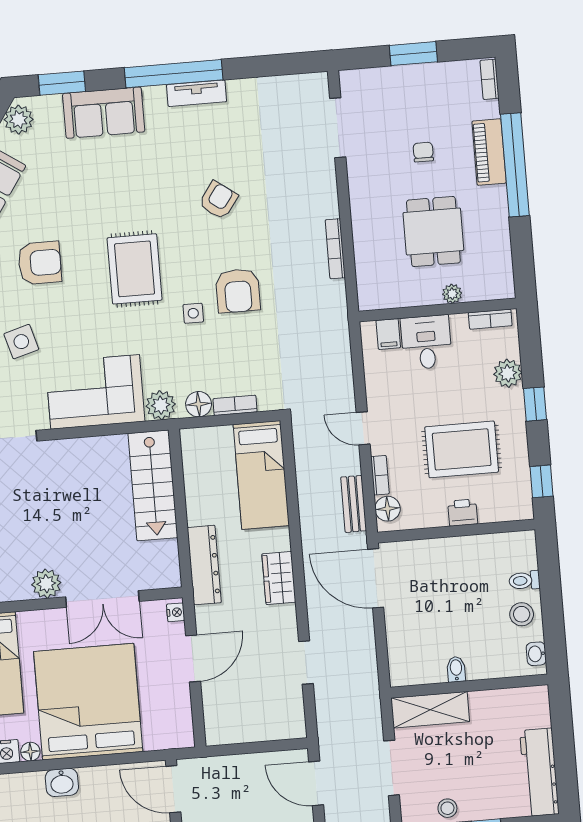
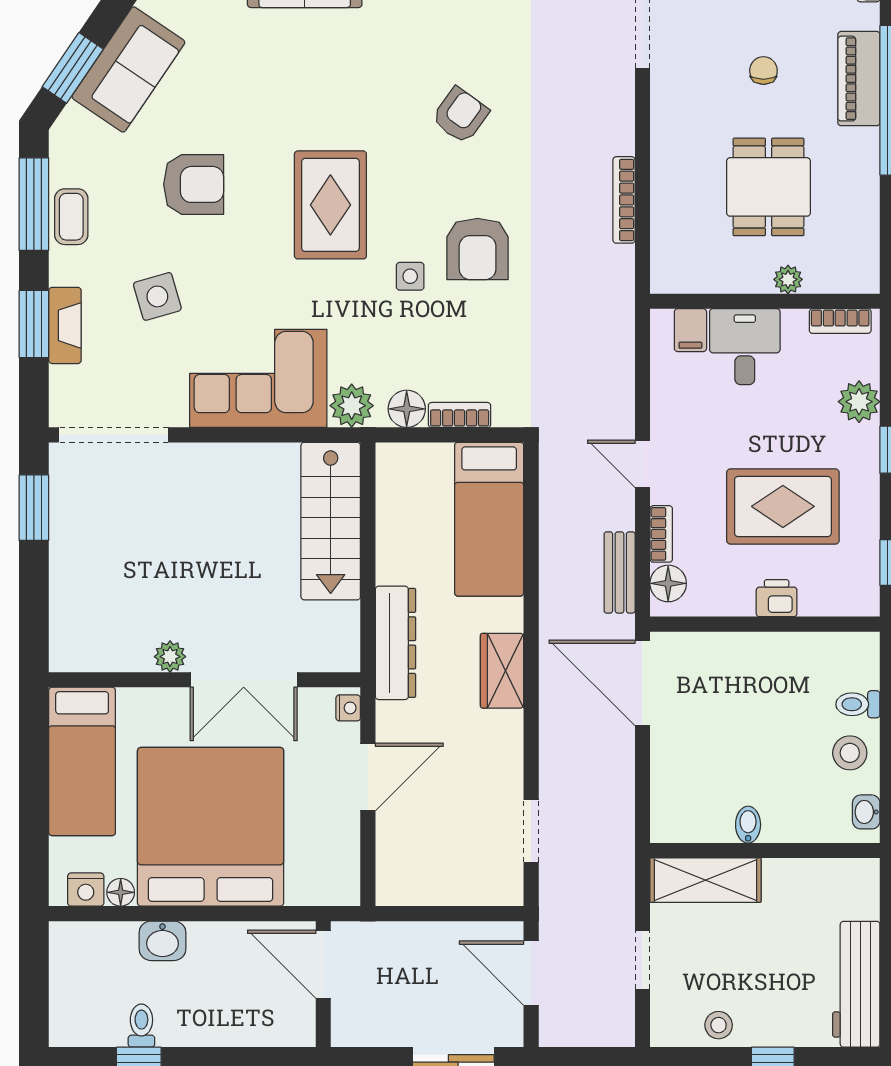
plant: (46, 584) -> (170, 657), width x0.73, depth x0.73
doorway: (306, 663) -> (531, 831), moved
doorway: (392, 768) -> (642, 960), width x0.73

